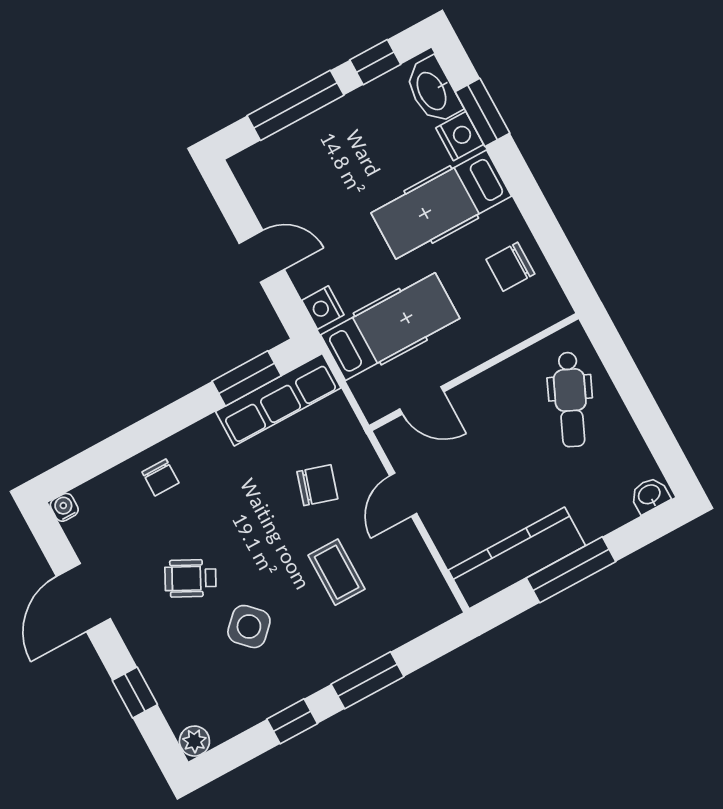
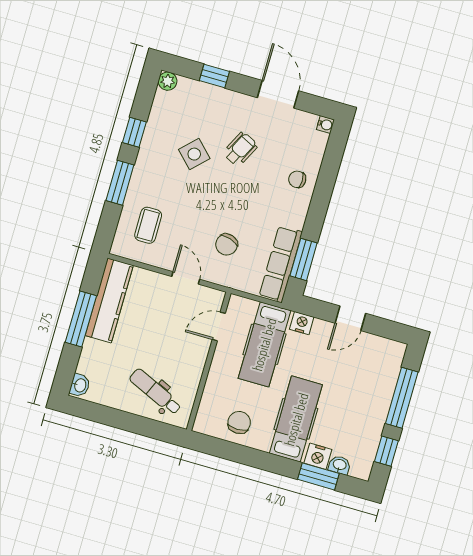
washbasin: (433, 91) -> (340, 465), width x0.52, depth x0.69
coffee table: (337, 572) -> (148, 225), moved, turned 90

